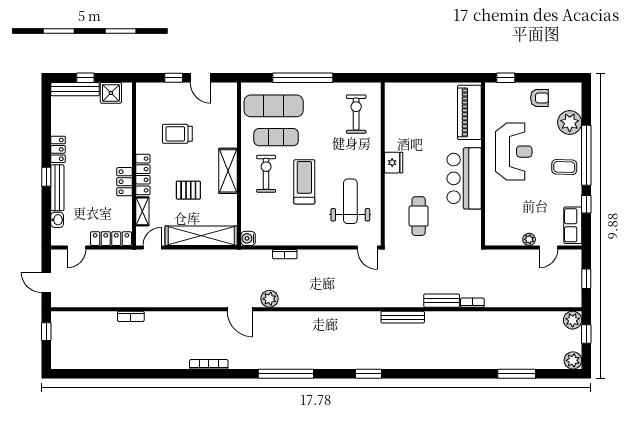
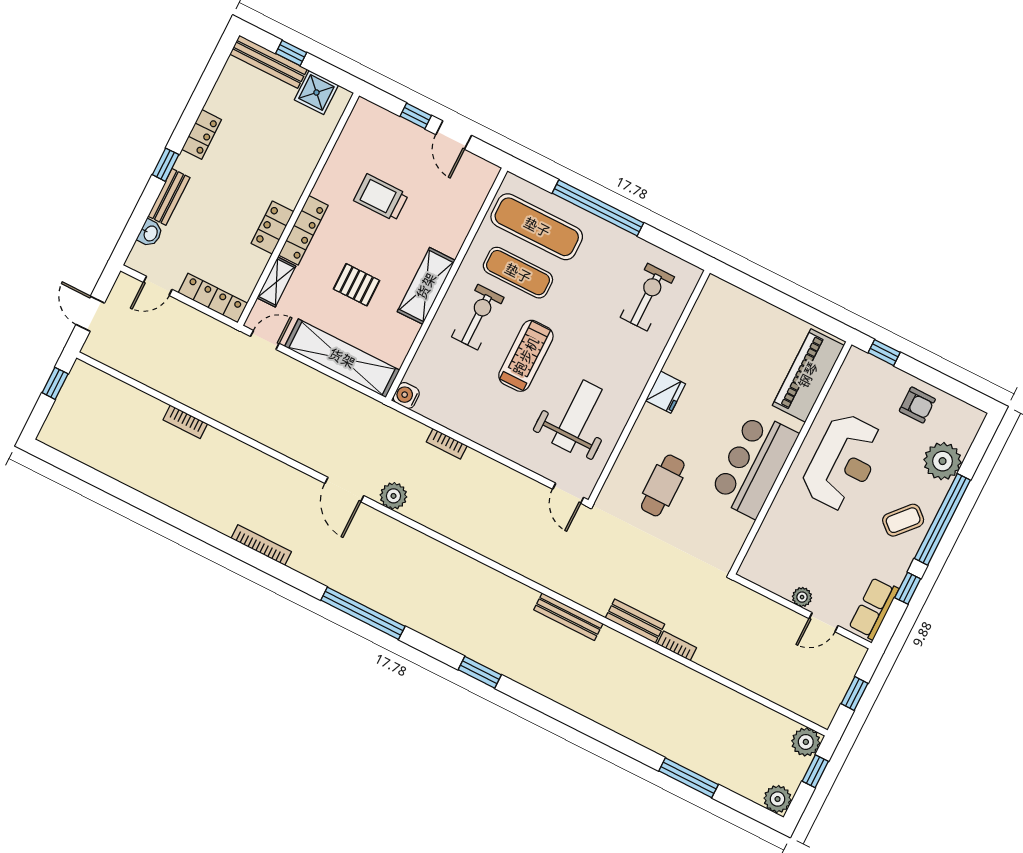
coffee table: (564, 167) -> (903, 520), turned -50
bench: (57, 188) -> (169, 197), width x0.73

